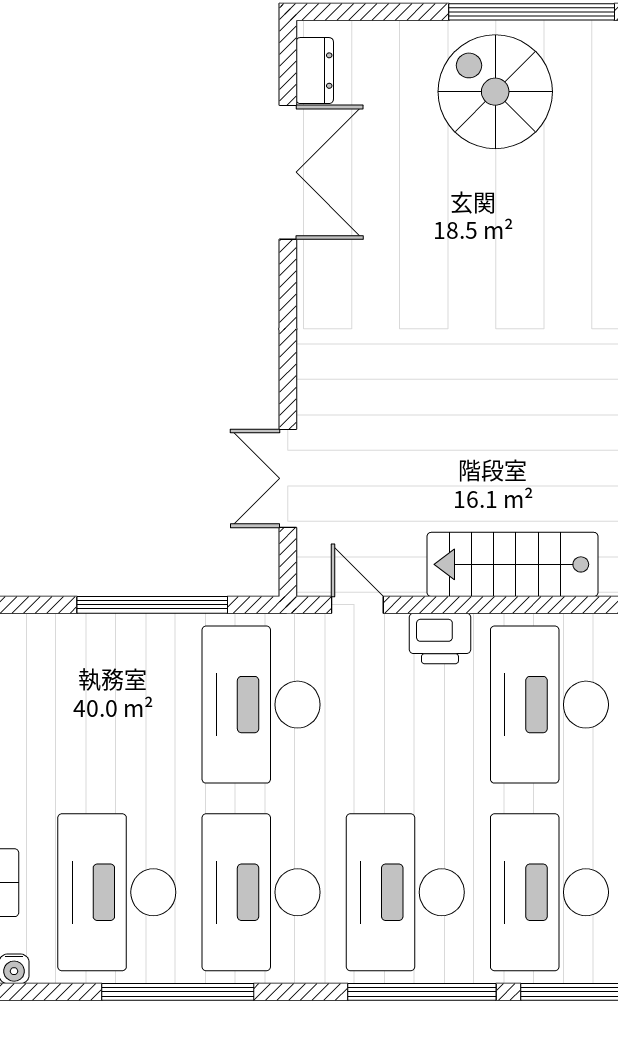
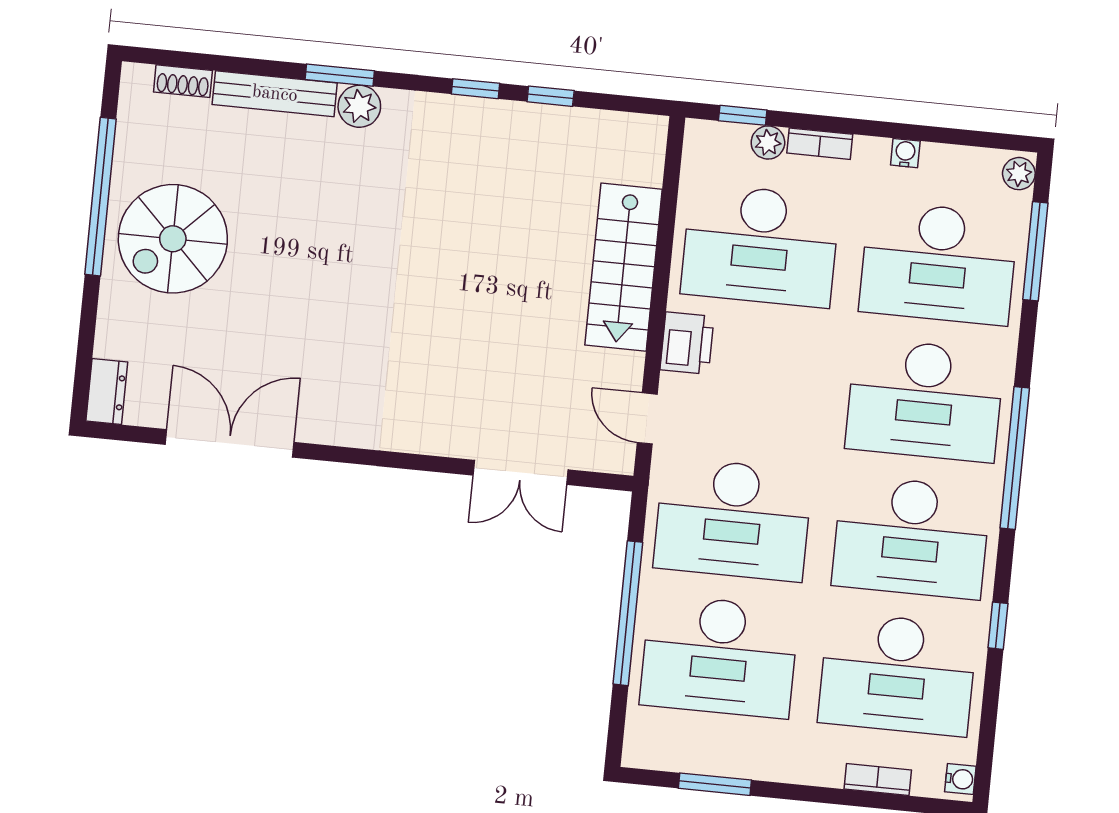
dresser: (315, 71) -> (107, 391), moved, turned 90
door: (357, 605) -> (647, 418), hinge flipped
desk: (117, 705) -> (719, 656), added
window: (178, 992) -> (998, 626), width x0.32
window: (422, 992) -> (1015, 458), moved

